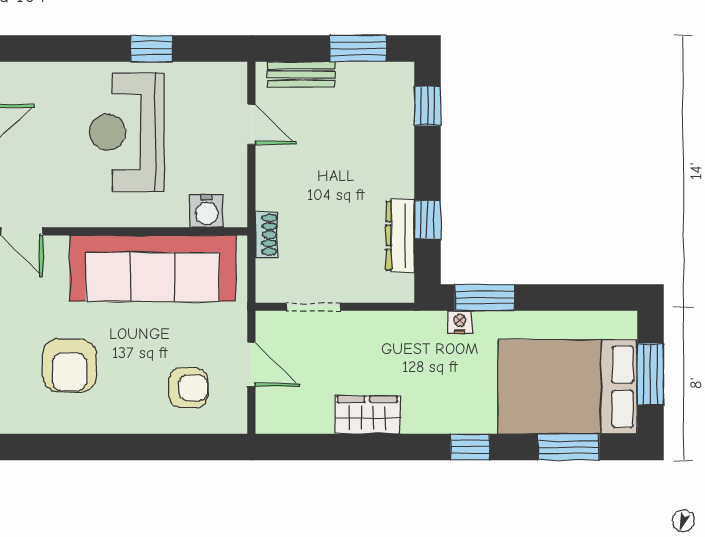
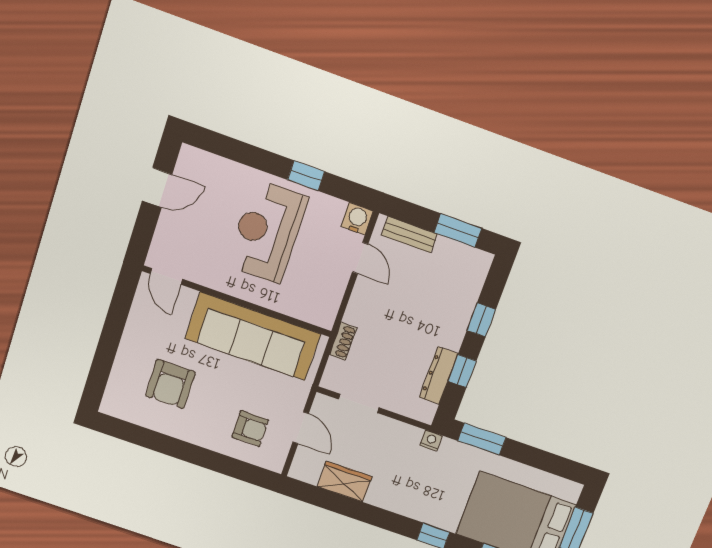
window: (428, 106) -> (481, 320), moved
water cooler: (207, 211) -> (357, 219), moved, turned 180
nightstand: (460, 322) -> (431, 440), moved
wardrobe: (367, 415) -> (345, 482), moved

